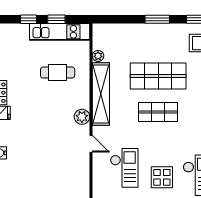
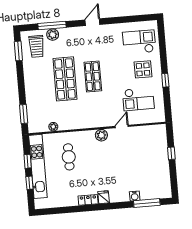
window: (157, 19) -> (24, 114), moved
kitchen unit: (60, 32) -> (38, 166), width x1.36
shelving: (101, 94) -> (83, 122), removed
checkout: (124, 168) -> (138, 99), turned 180

